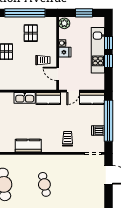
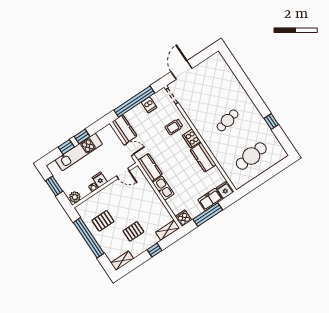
trolley: (43, 60) -> (120, 194), removed
door: (58, 74) -> (123, 173), hinge flipped
cooker: (49, 146) -> (192, 138), added

